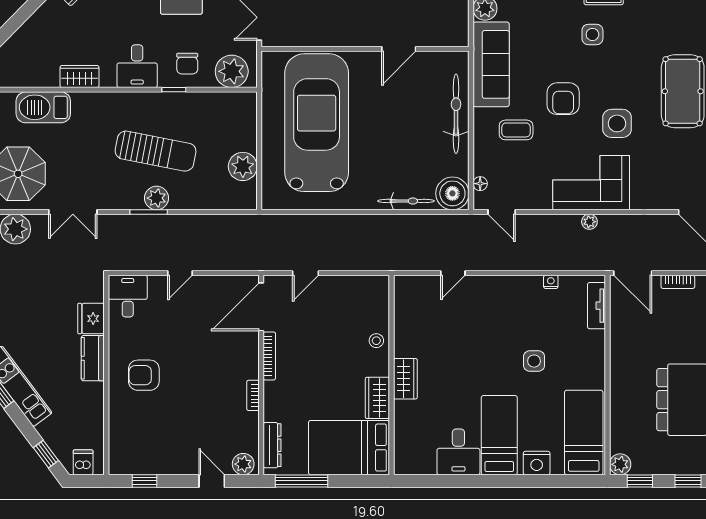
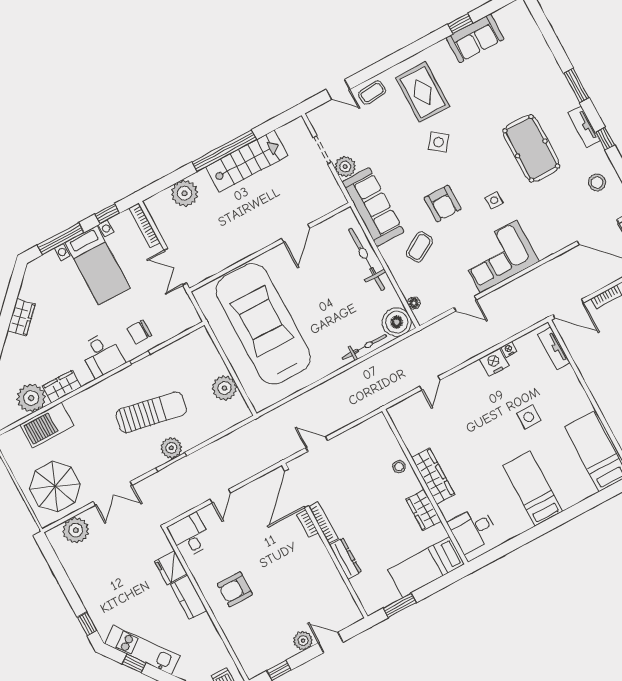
side table: (592, 34) -> (439, 142), turned 38
chair: (187, 64) -> (139, 332), turned 90
plant: (232, 71) -> (31, 398), moved
side table: (617, 123) -> (494, 200), width x0.54, depth x0.54
coffee table: (516, 130) -> (419, 247), turned -31
door: (502, 212) -> (465, 304), moved
plant: (589, 222) -> (514, 287), removed
door: (305, 273) -> (317, 444), swing flipped
wardrobe: (405, 379) -> (433, 476), width x1.50
bookcase: (253, 395) -> (308, 524), moved
dresser: (272, 445) -> (345, 559), moved
bed: (349, 448) -> (426, 567), width x0.67
desk: (458, 452) -> (473, 529), moved, turned 90
nightstand: (537, 463) -> (494, 362), moved, turned 180
plant: (243, 464) -> (303, 641), moved
window: (301, 481) -> (400, 605), width x0.69

